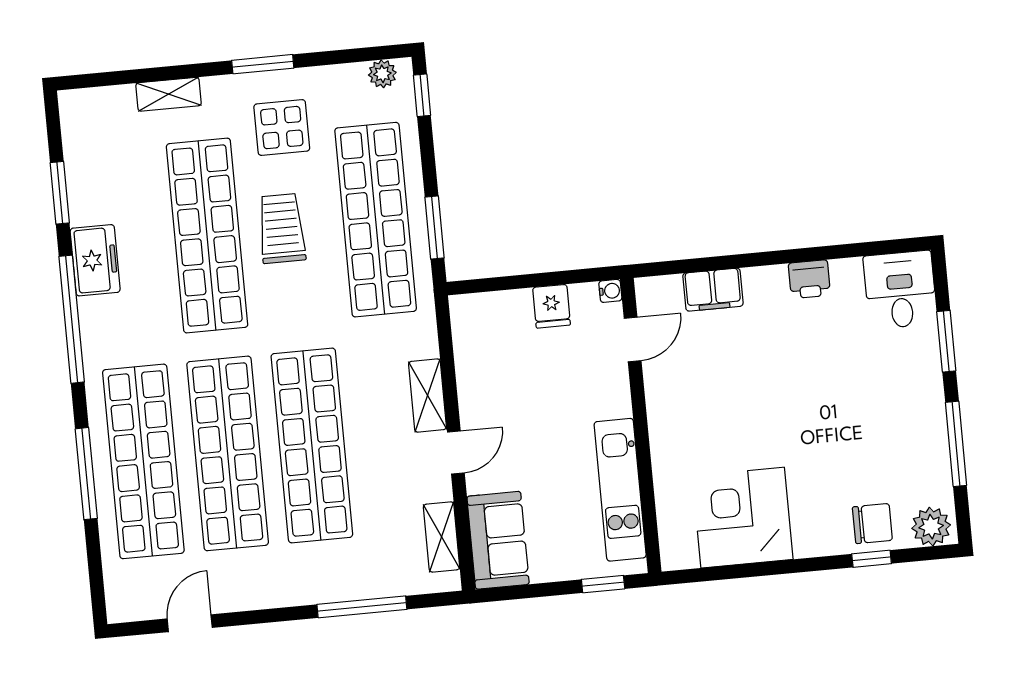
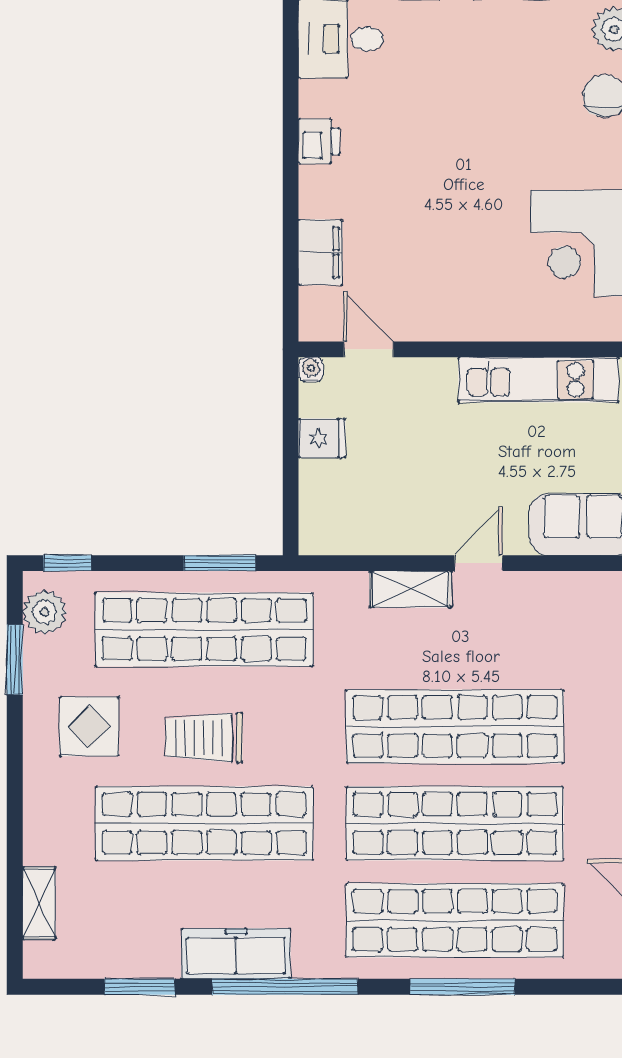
window: (263, 64) -> (15, 660), moved
plant: (382, 74) -> (45, 612), width x1.38, depth x1.38
shelving: (169, 94) -> (39, 903), moved
freezer: (95, 260) -> (236, 954), width x1.40
door: (456, 453) -> (478, 563), hinge flipped
shelving: (442, 537) -> (573, 588), removed

